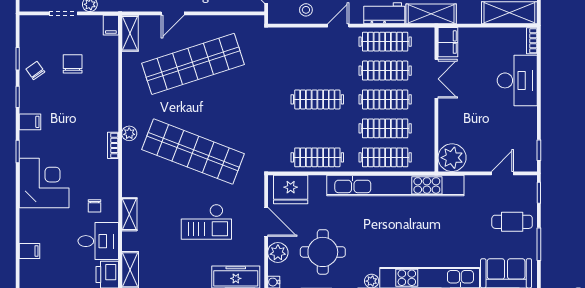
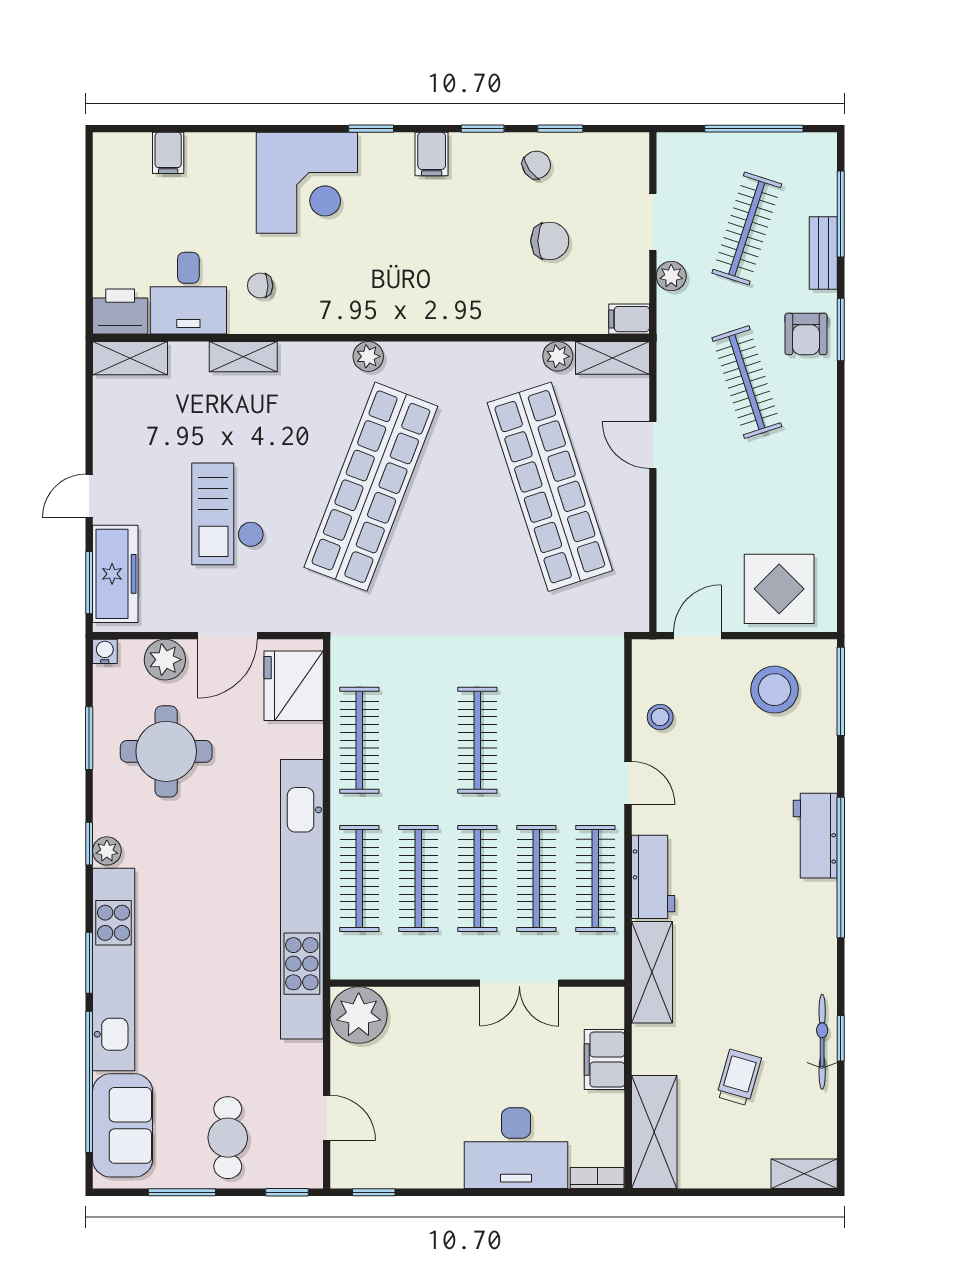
filing cabinet: (448, 42) -> (604, 1060), moved, turned 90
plant: (129, 60) -> (558, 356), added
plant: (129, 133) -> (368, 356), moved
bookcase: (113, 145) -> (383, 323), removed

